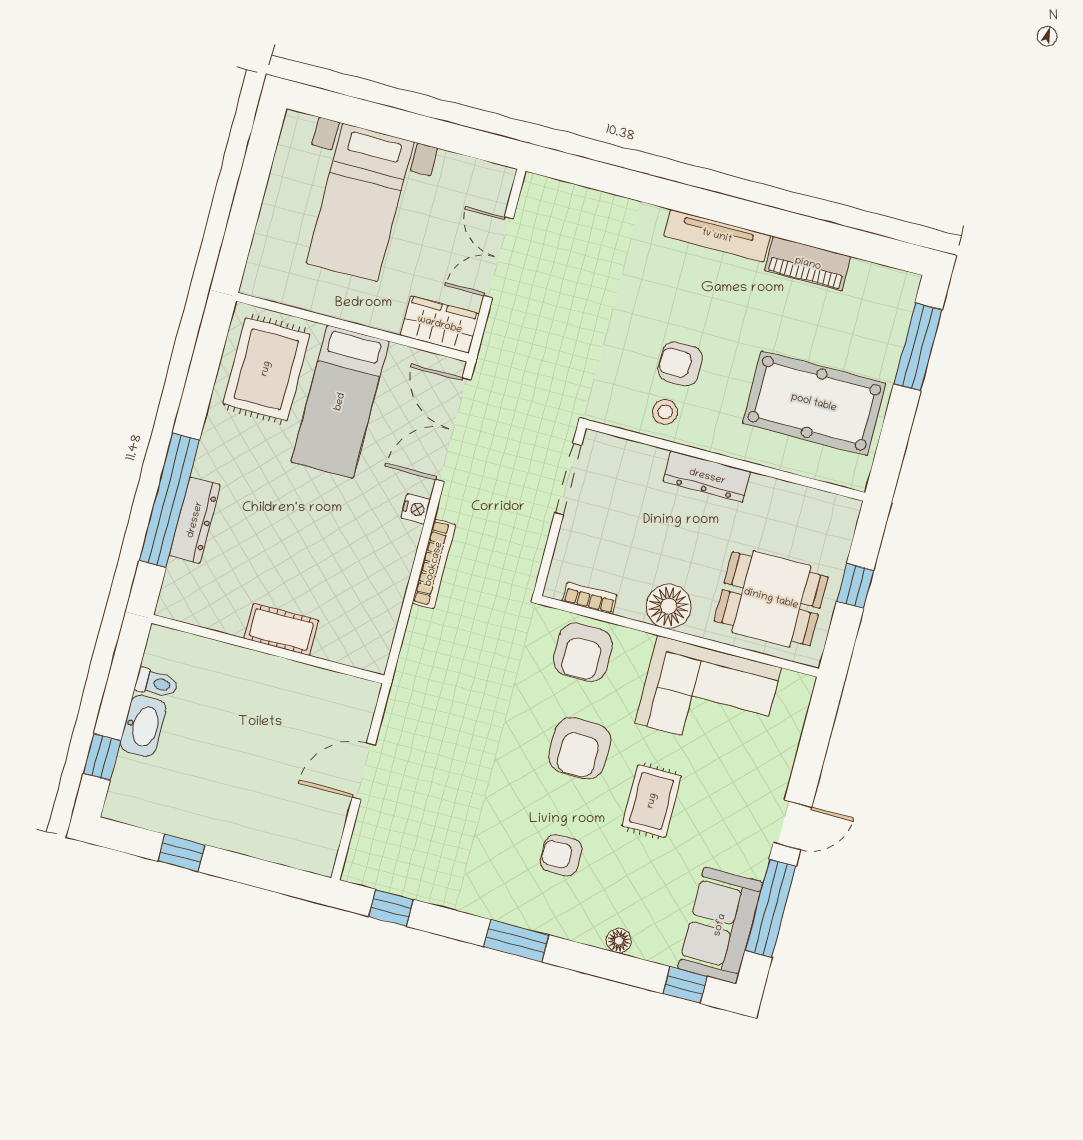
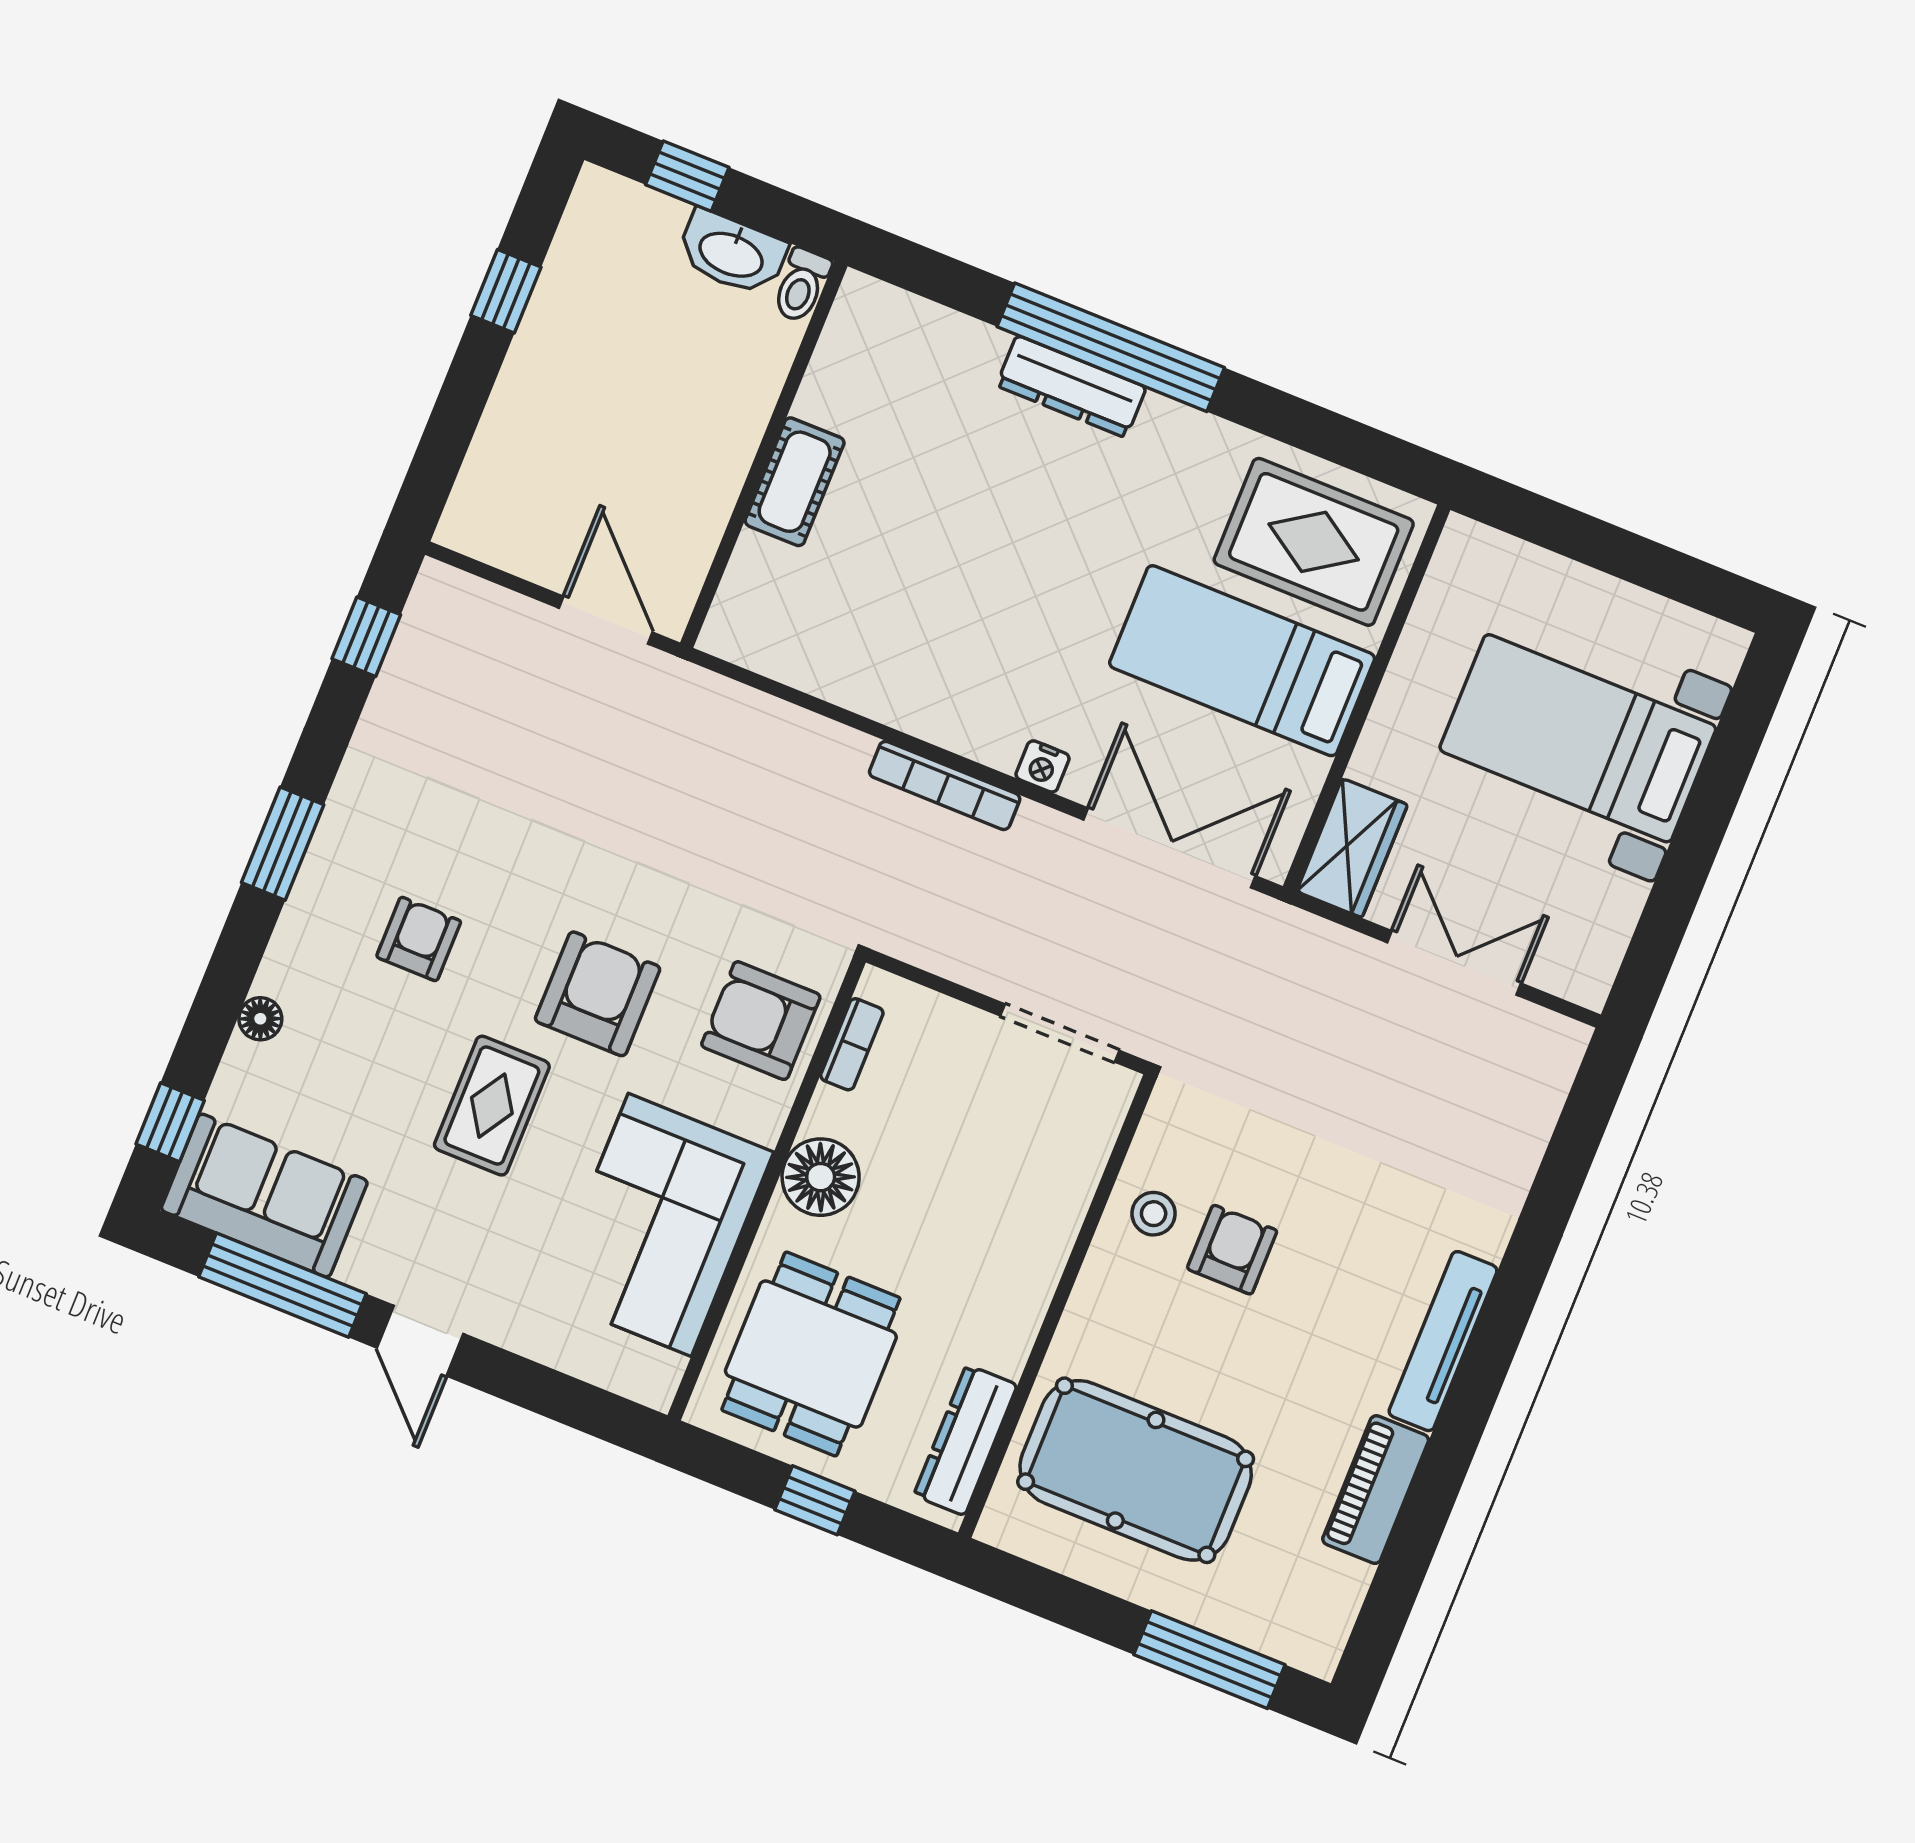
pool table: (814, 403) -> (1136, 1470), turned 90
dresser: (707, 477) -> (966, 1440), moved
cot: (281, 629) -> (795, 482), moved
wall: (268, 649) -> (764, 454), moved
armchair: (580, 748) -> (598, 994), turned 89
rug: (652, 801) -> (492, 1106), turned 90

